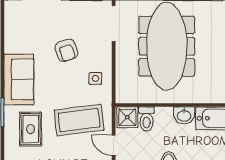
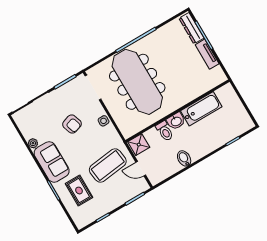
plant: (10, 46) -> (33, 143), added
side table: (95, 79) -> (104, 121), moved
toilet: (147, 119) -> (165, 131), moved

